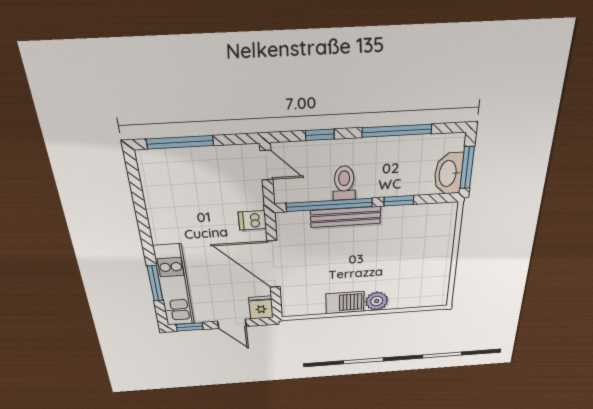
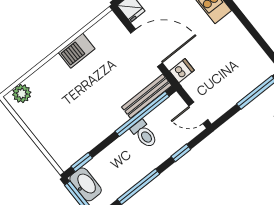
window: (399, 201) -> (82, 162), moved
bench: (346, 217) -> (147, 96), moved
plant: (377, 301) -> (22, 94), moved

